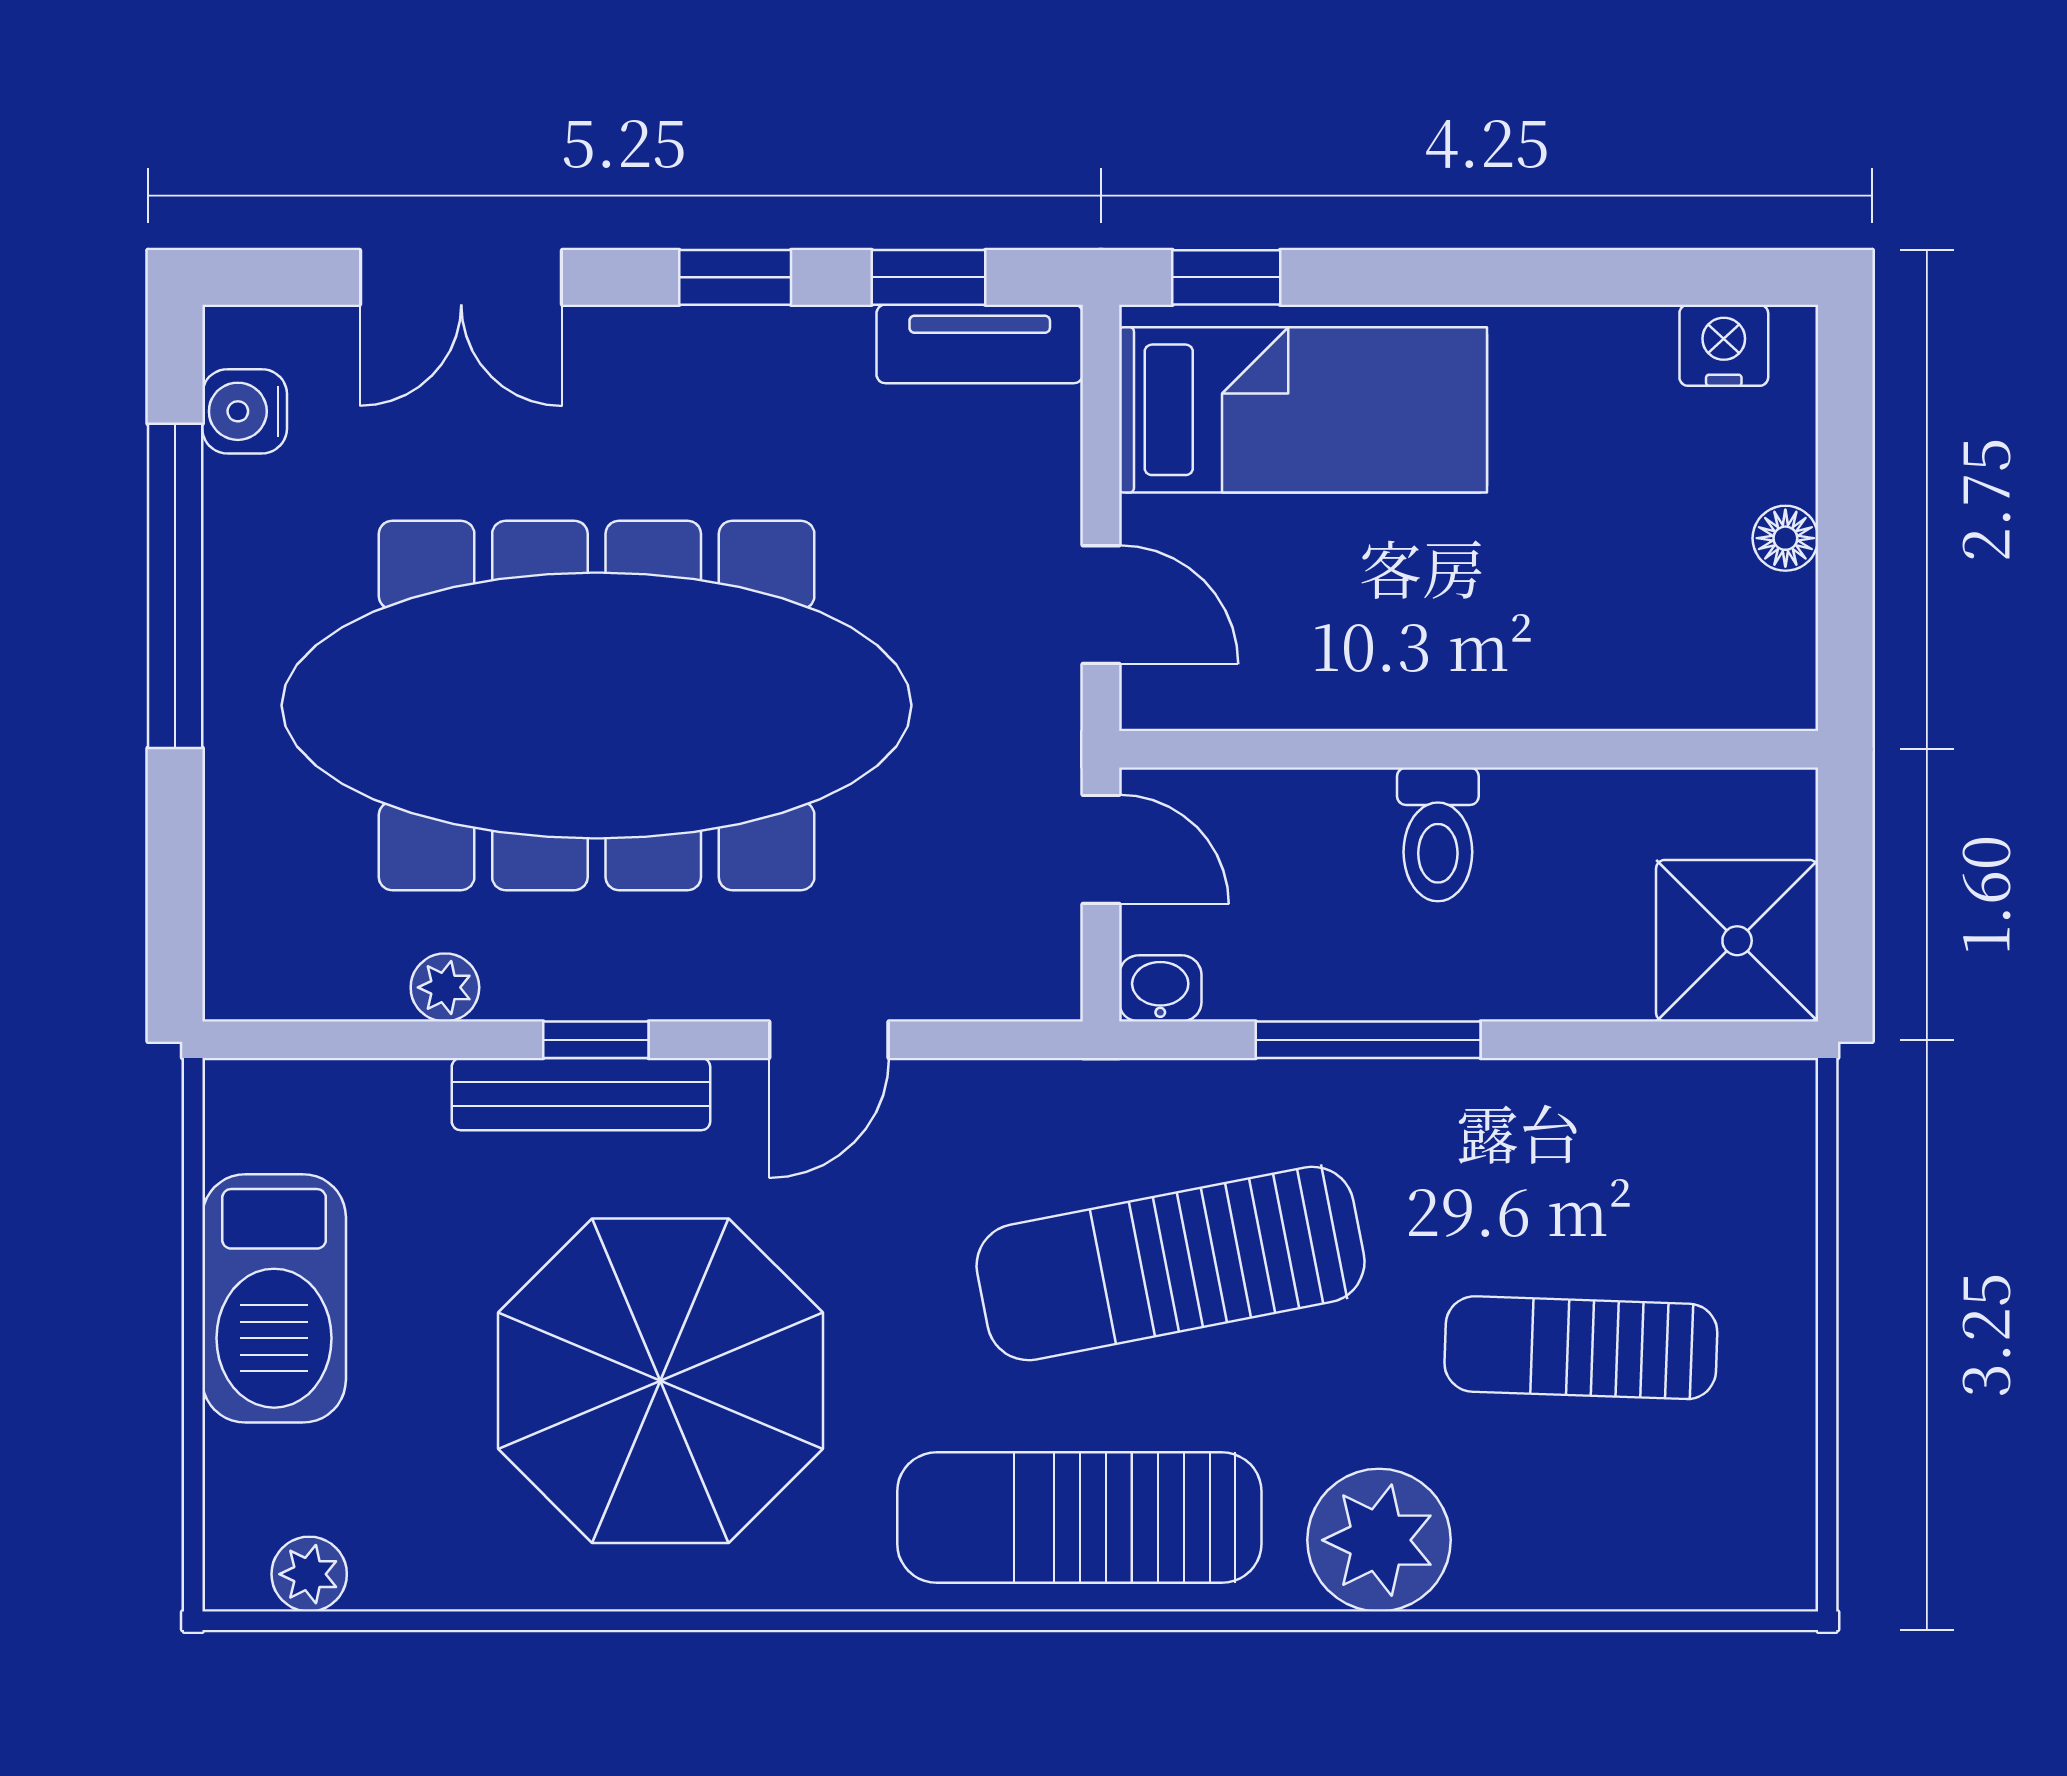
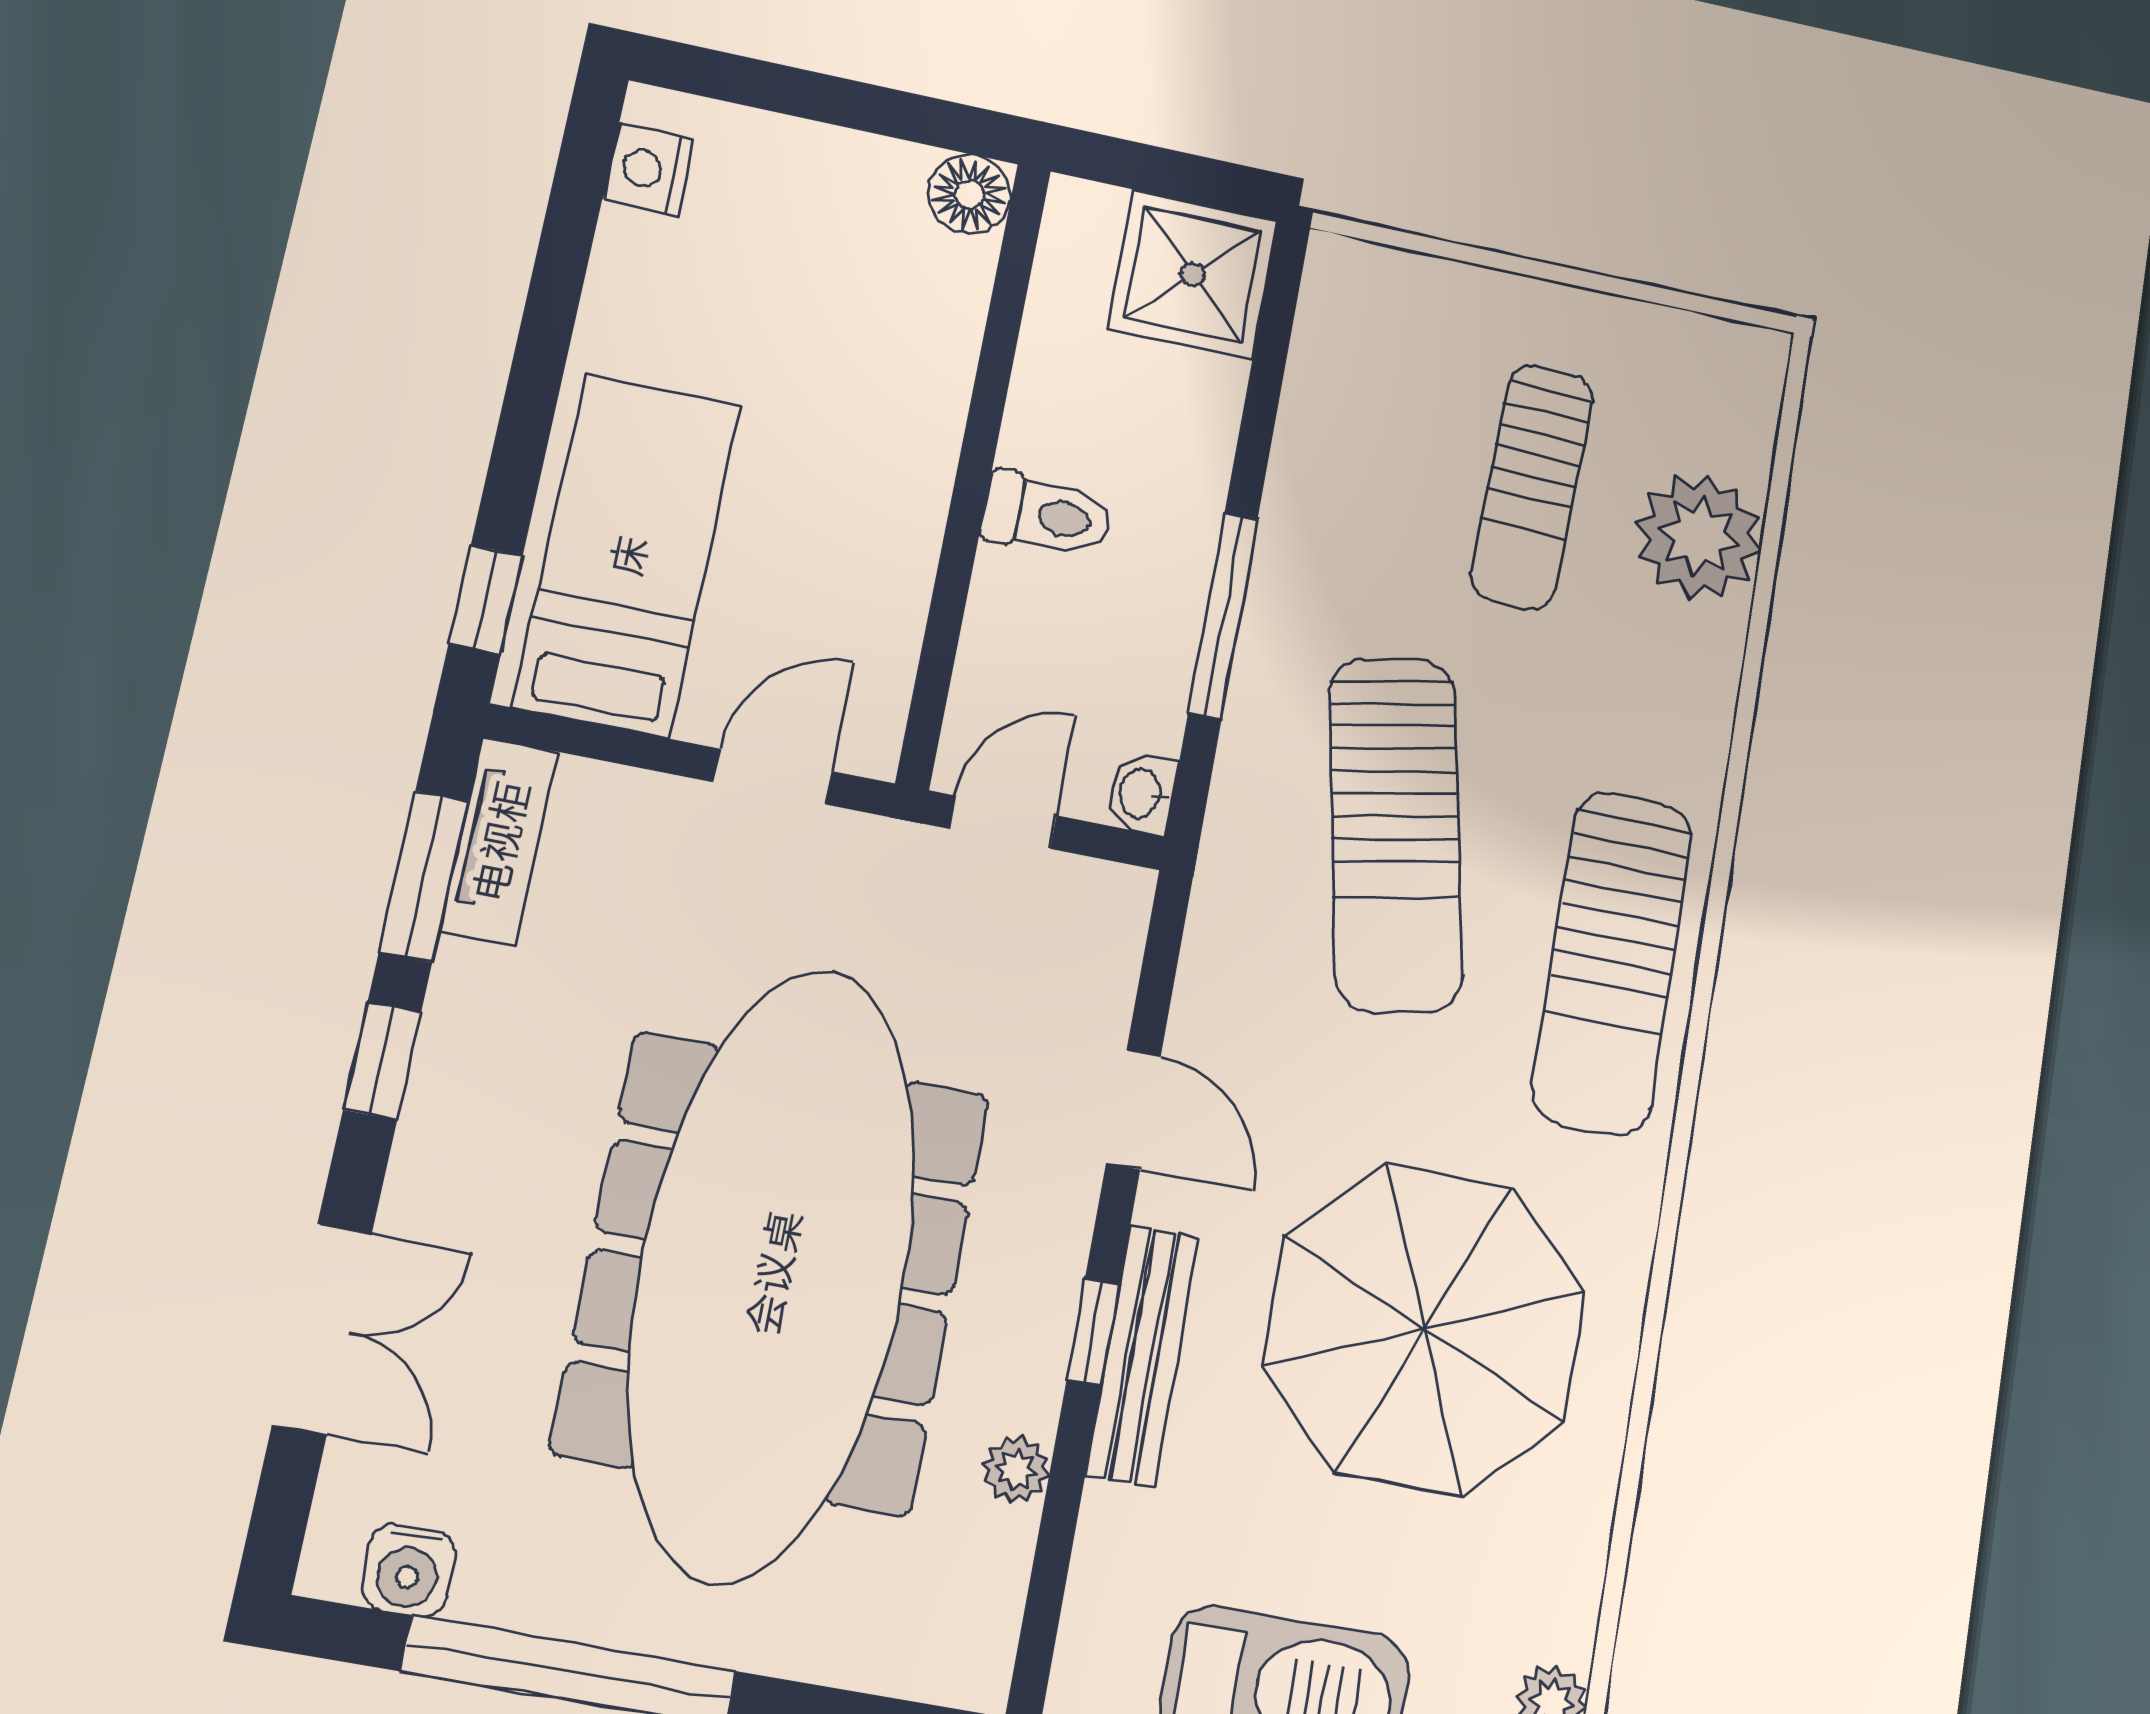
window: (928, 277) -> (424, 876), width x1.50
floor lamp: (1785, 538) -> (970, 194), moved, width x1.37, depth x1.37
plant: (1379, 1540) -> (1699, 536), moved

